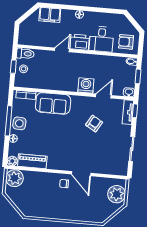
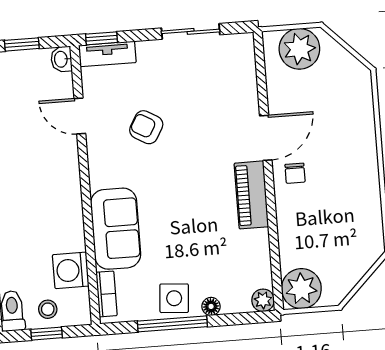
washing machine: (86, 85) -> (71, 270), moved
piano: (32, 161) -> (251, 195), moved

